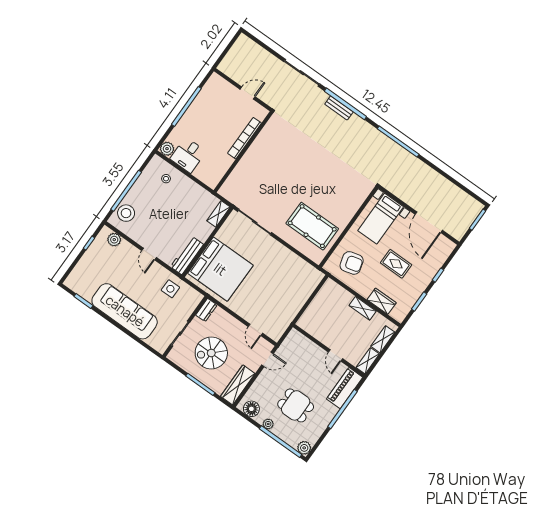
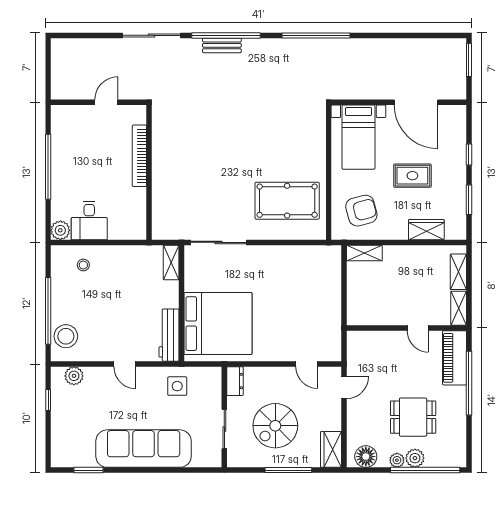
shelving: (363, 308) -> (364, 253), moved
wardrobe: (238, 385) -> (331, 449), width x0.67
plant: (304, 448) -> (415, 458), moved

